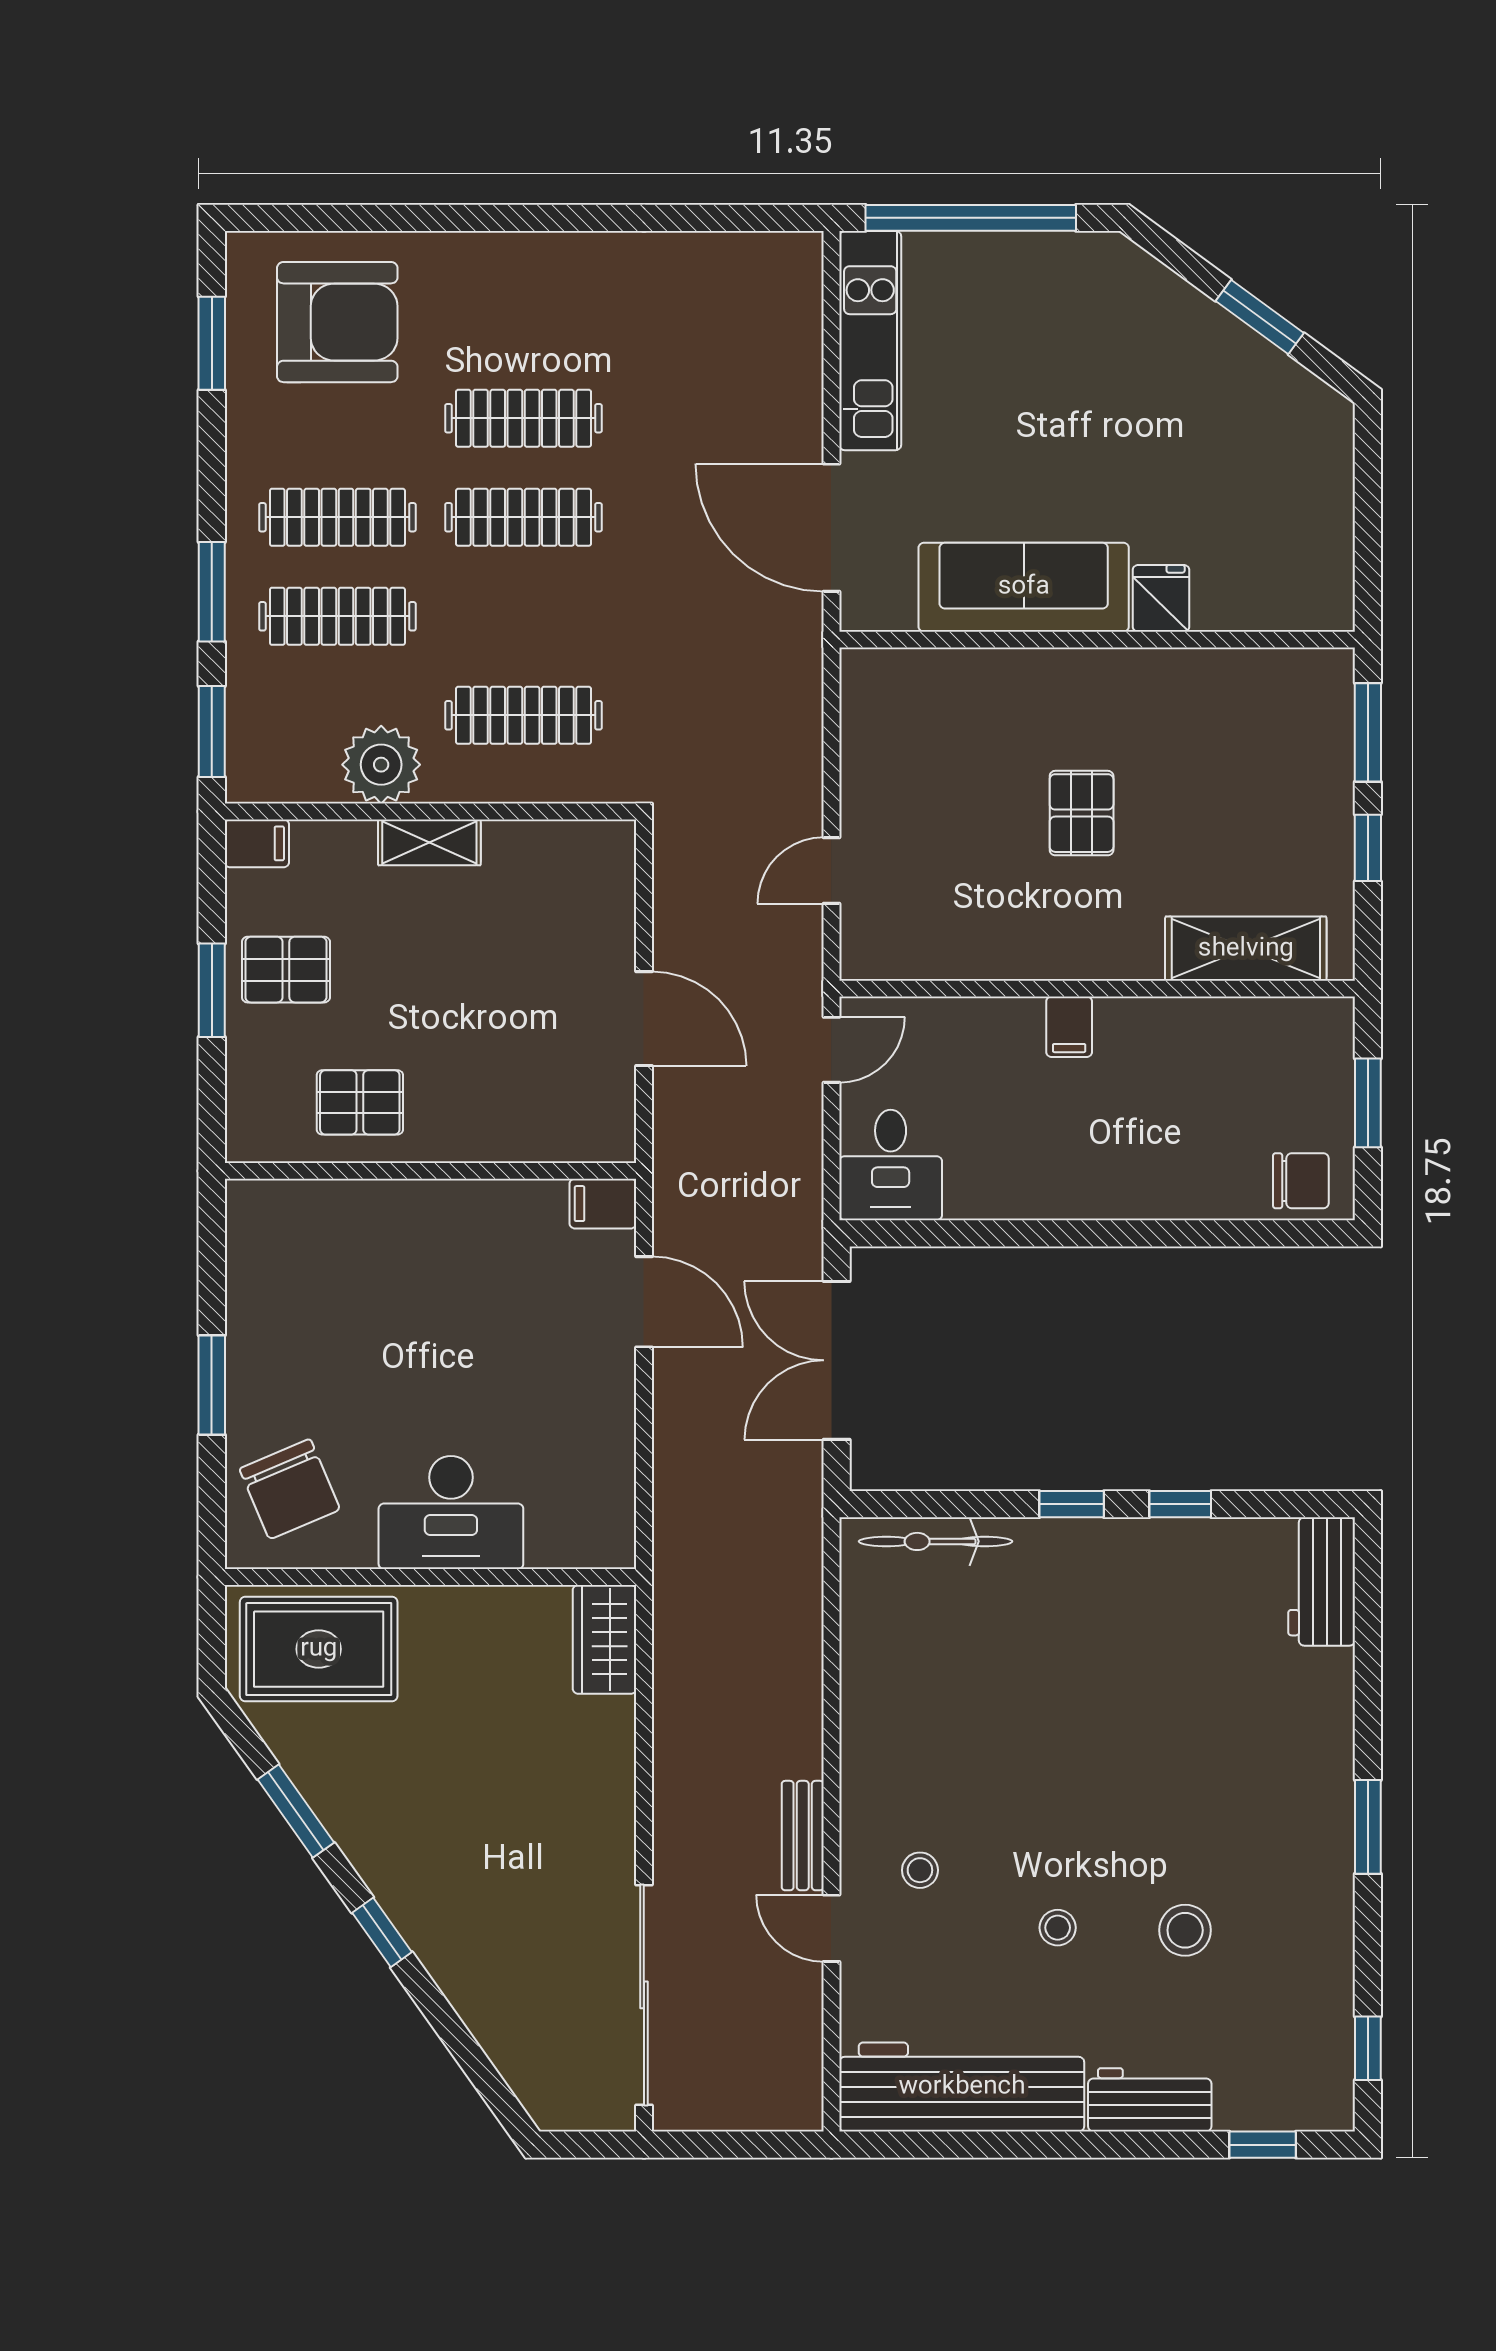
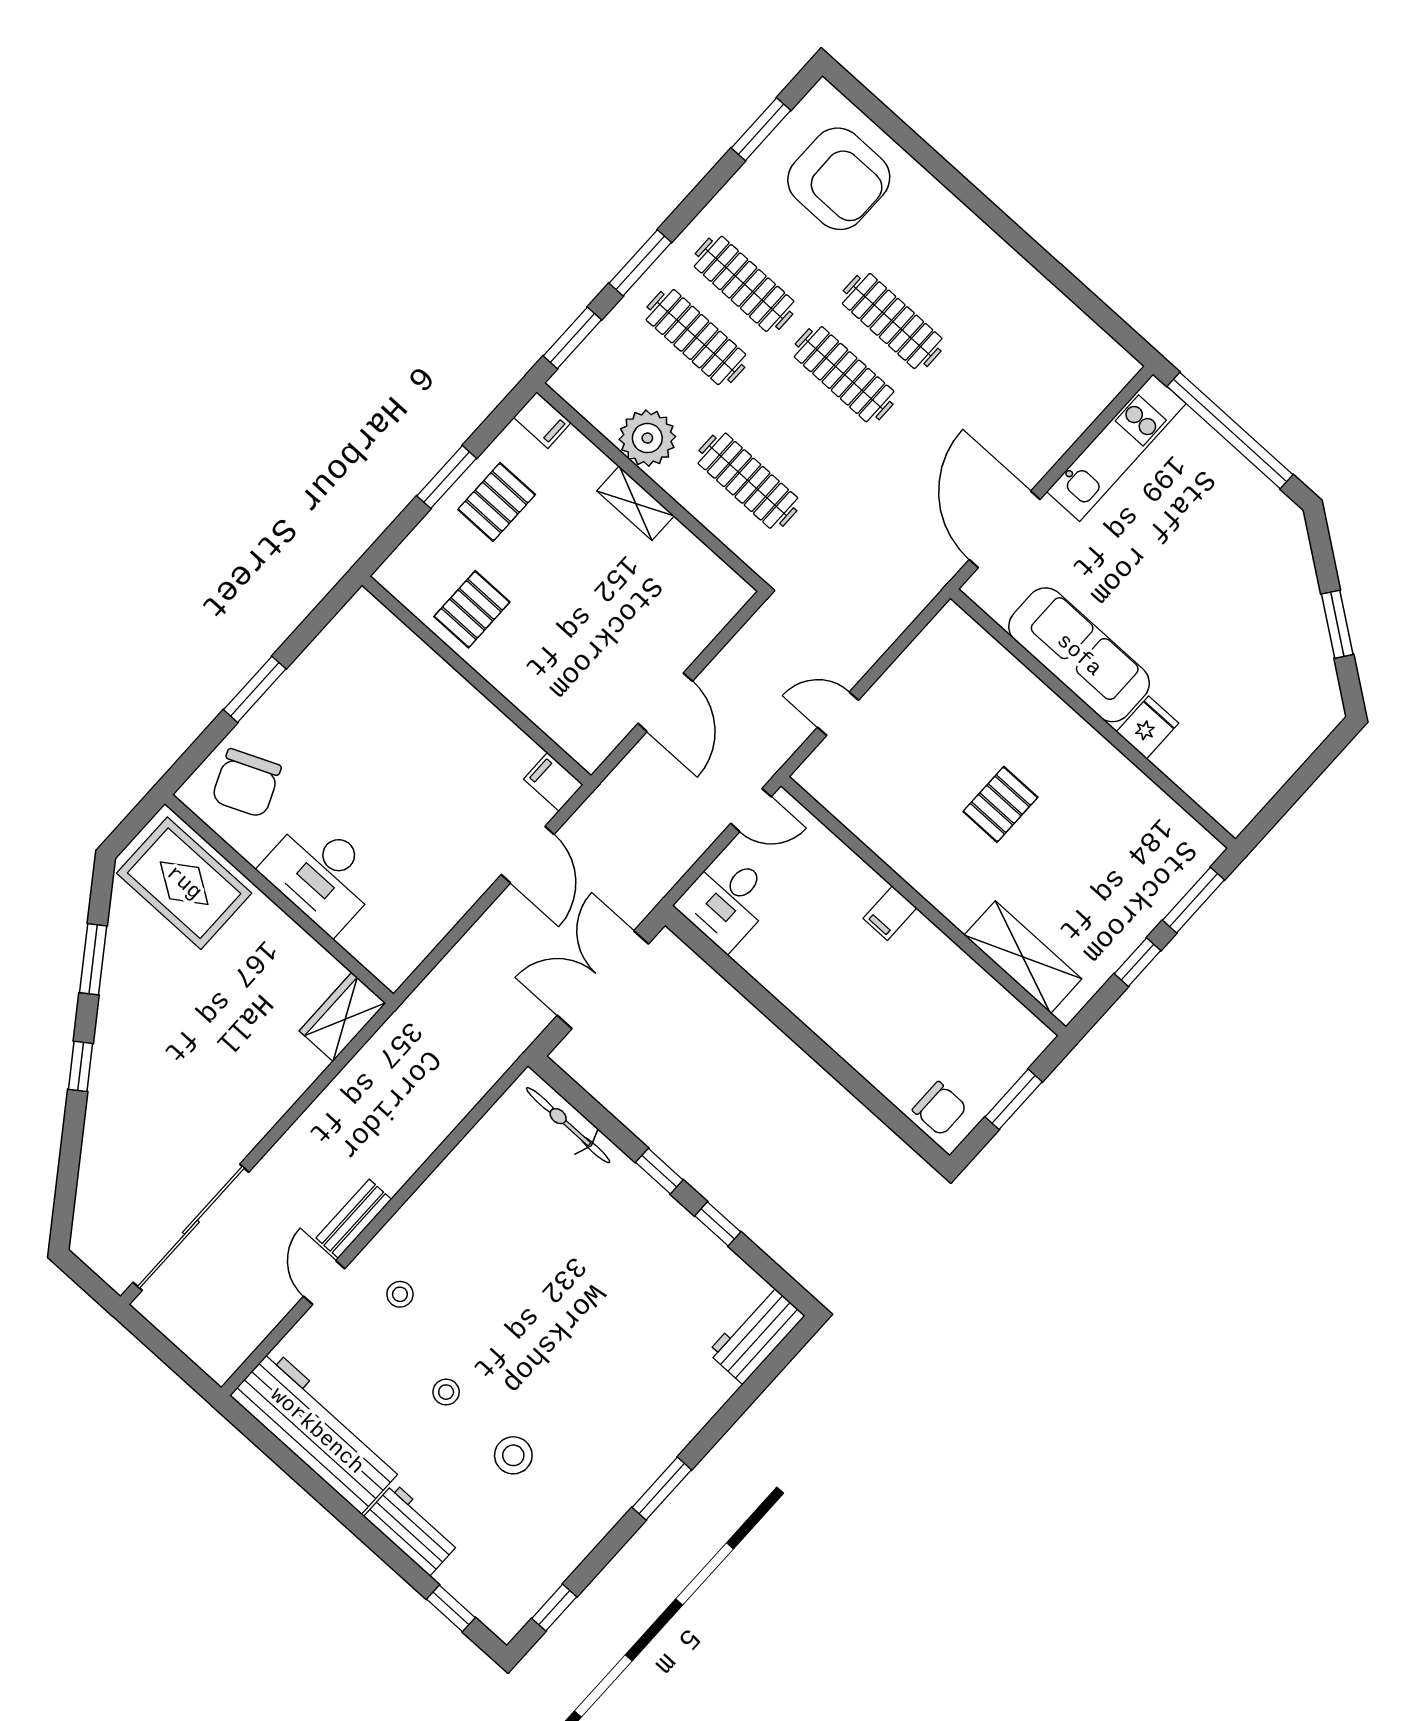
pallet: (286, 970) -> (497, 502), turned 90
pallet: (360, 1102) -> (472, 609), turned 90

